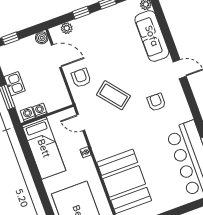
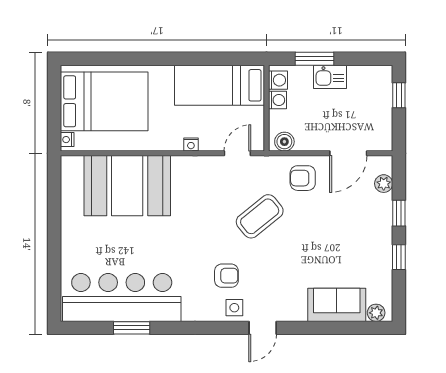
sofa: (152, 36) -> (337, 305), width x0.73
boiler: (42, 38) -> (284, 142), moved
armchair: (81, 78) -> (303, 178), turned 180
side table: (174, 90) -> (234, 308), added

